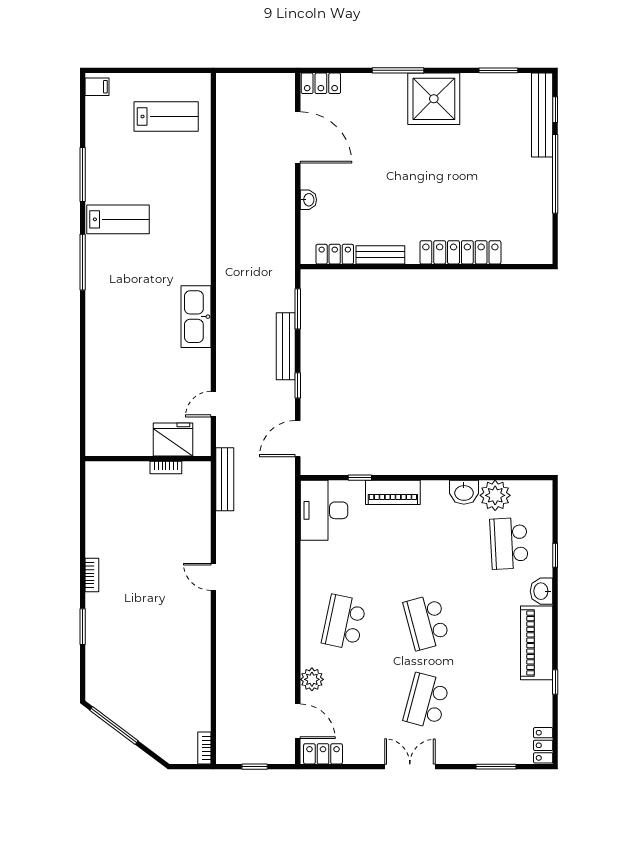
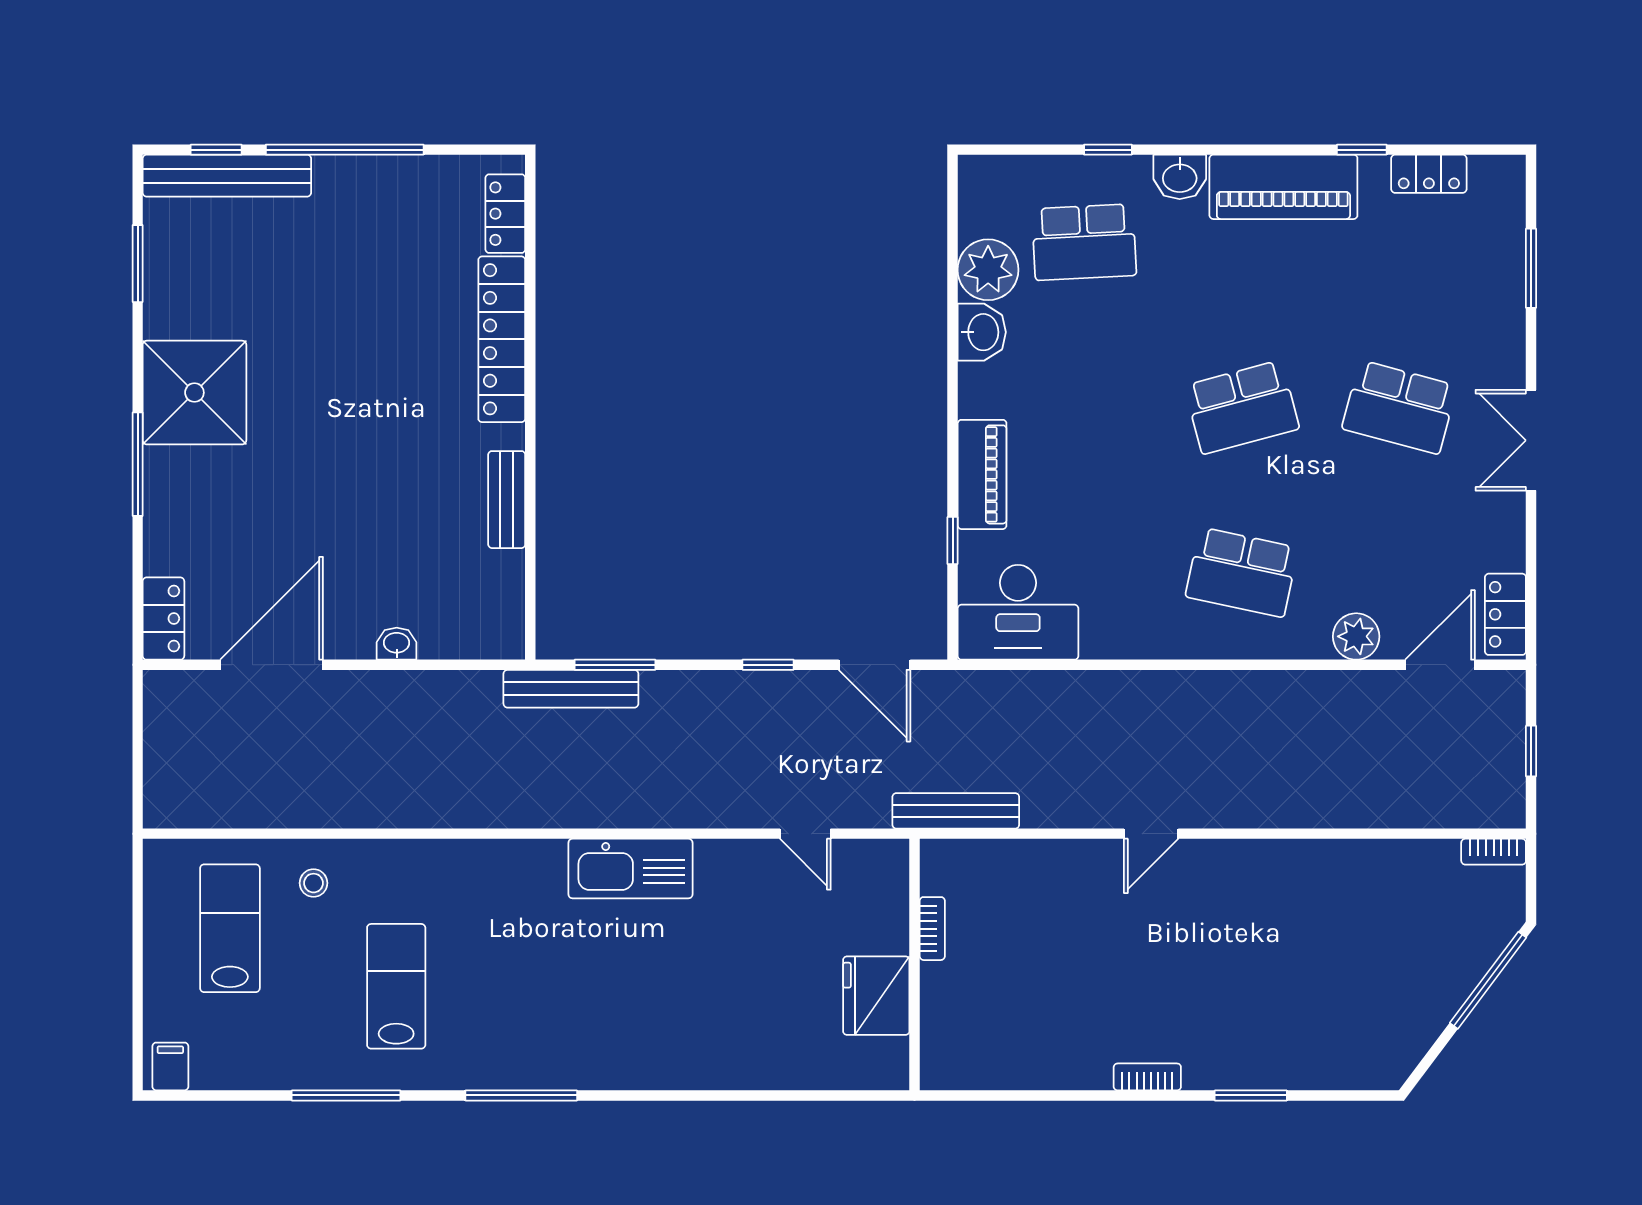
stool: (189, 158) -> (313, 883), added
lab bench: (118, 219) -> (396, 986), moved
locker: (335, 254) -> (505, 214), moved
bench: (286, 346) -> (571, 689), moved
fridge: (173, 439) -> (876, 996), moved
window: (114, 725) -> (1488, 980), moved
locker: (543, 745) -> (1429, 174), moved

